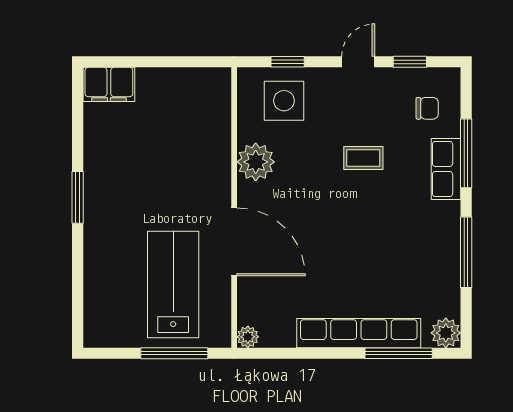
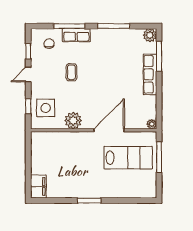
door: (358, 62) -> (28, 75), hinge flipped
lab bench: (173, 285) -> (128, 158), turned 180
row of seats: (359, 333) -> (150, 74), width x0.73

